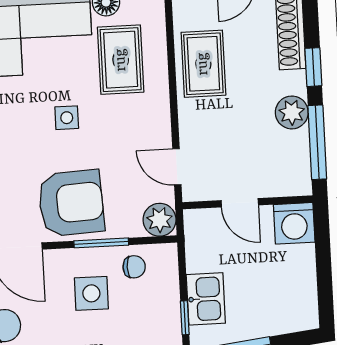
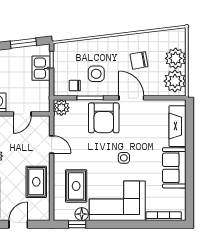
side table: (67, 118) -> (124, 158), moved
door: (177, 167) -> (52, 144), moved
armchair: (71, 203) -> (104, 118), turned -87
door: (240, 203) -> (22, 114), swing flipped

